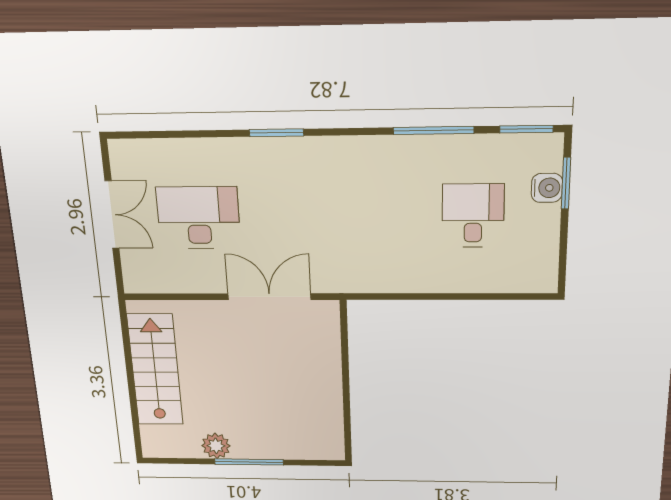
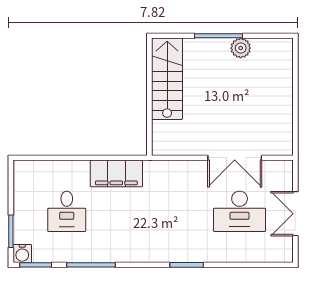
water cooler: (547, 188) -> (22, 254), moved, turned -90
filing cabinet: (394, 274) -> (116, 173), added
double door: (269, 297) -> (235, 158), moved
stairs: (155, 370) -> (167, 79), moved, turned 180

